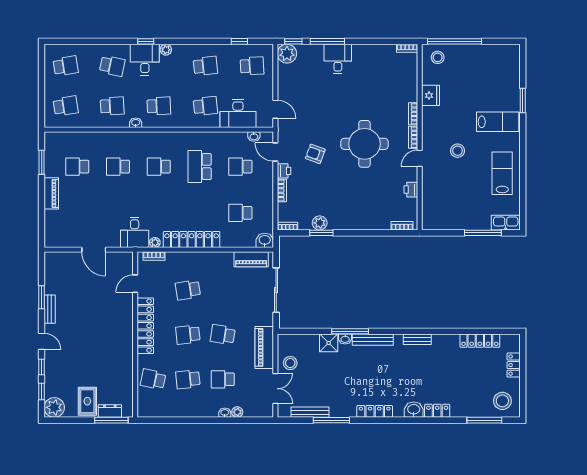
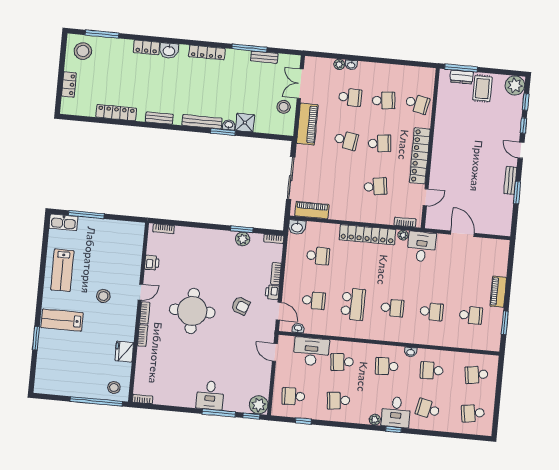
window: (350, 331) -> (223, 132), width x0.69
locker: (480, 341) -> (116, 113), moved
bench: (310, 412) -> (264, 57), width x0.73

